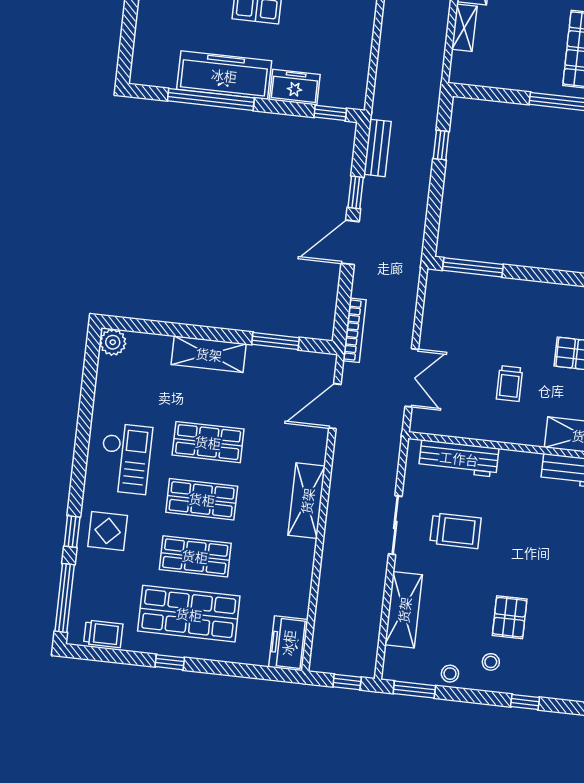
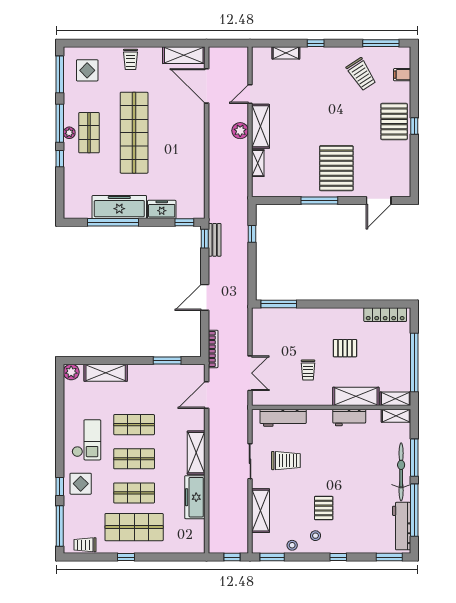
window: (356, 192) -> (205, 239), moved
shelving: (209, 354) -> (106, 373), moved
trolley: (103, 634) -> (85, 545), turned 180
freezer: (288, 643) -> (195, 497), moved, width x1.40

